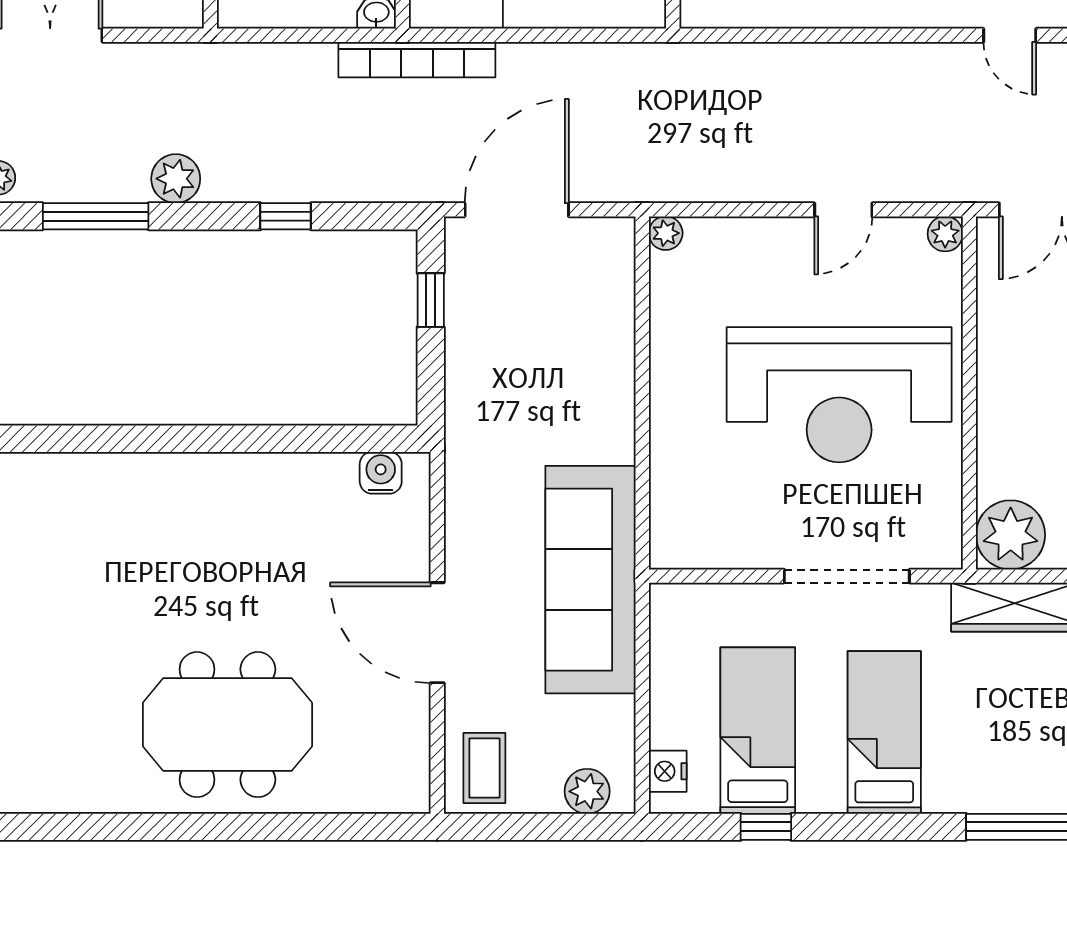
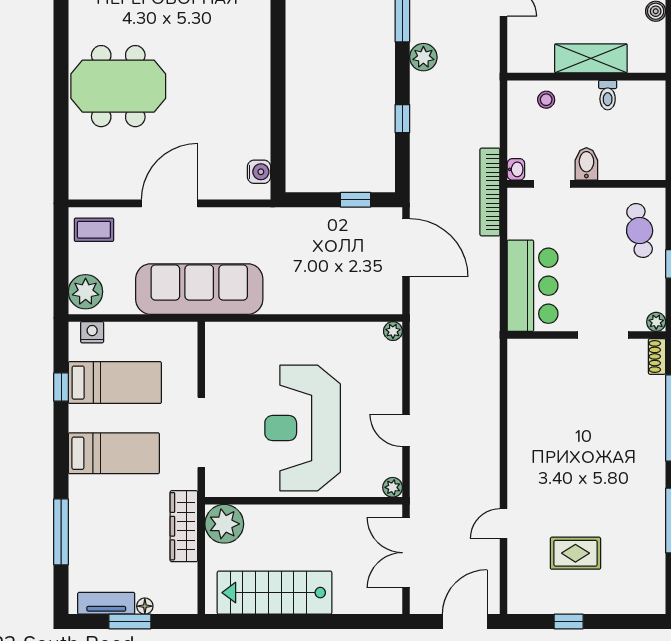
meeting table: (227, 725) -> (118, 86), turned 90
plant: (587, 791) -> (86, 292), width x1.36, depth x1.36

